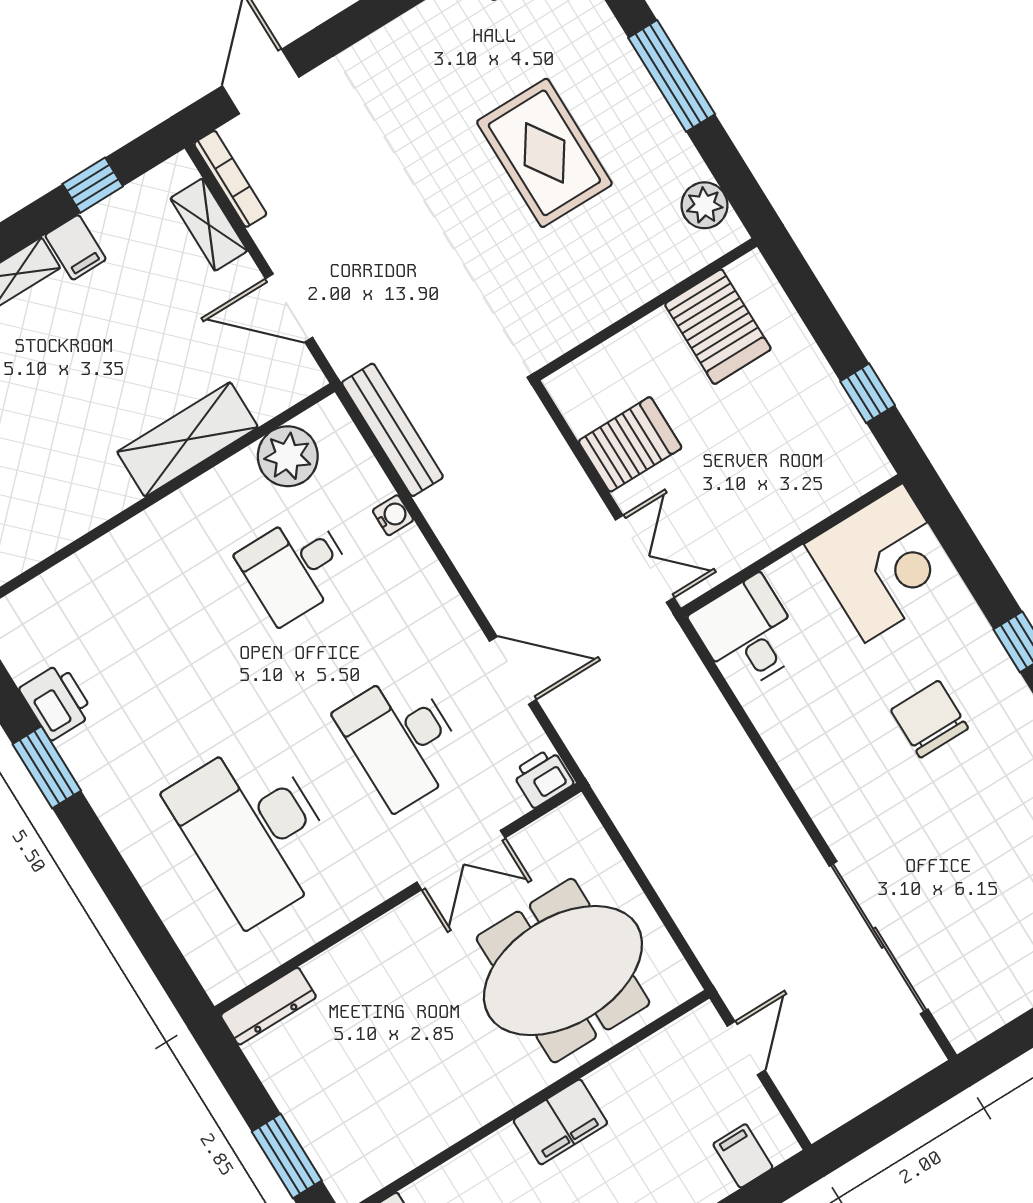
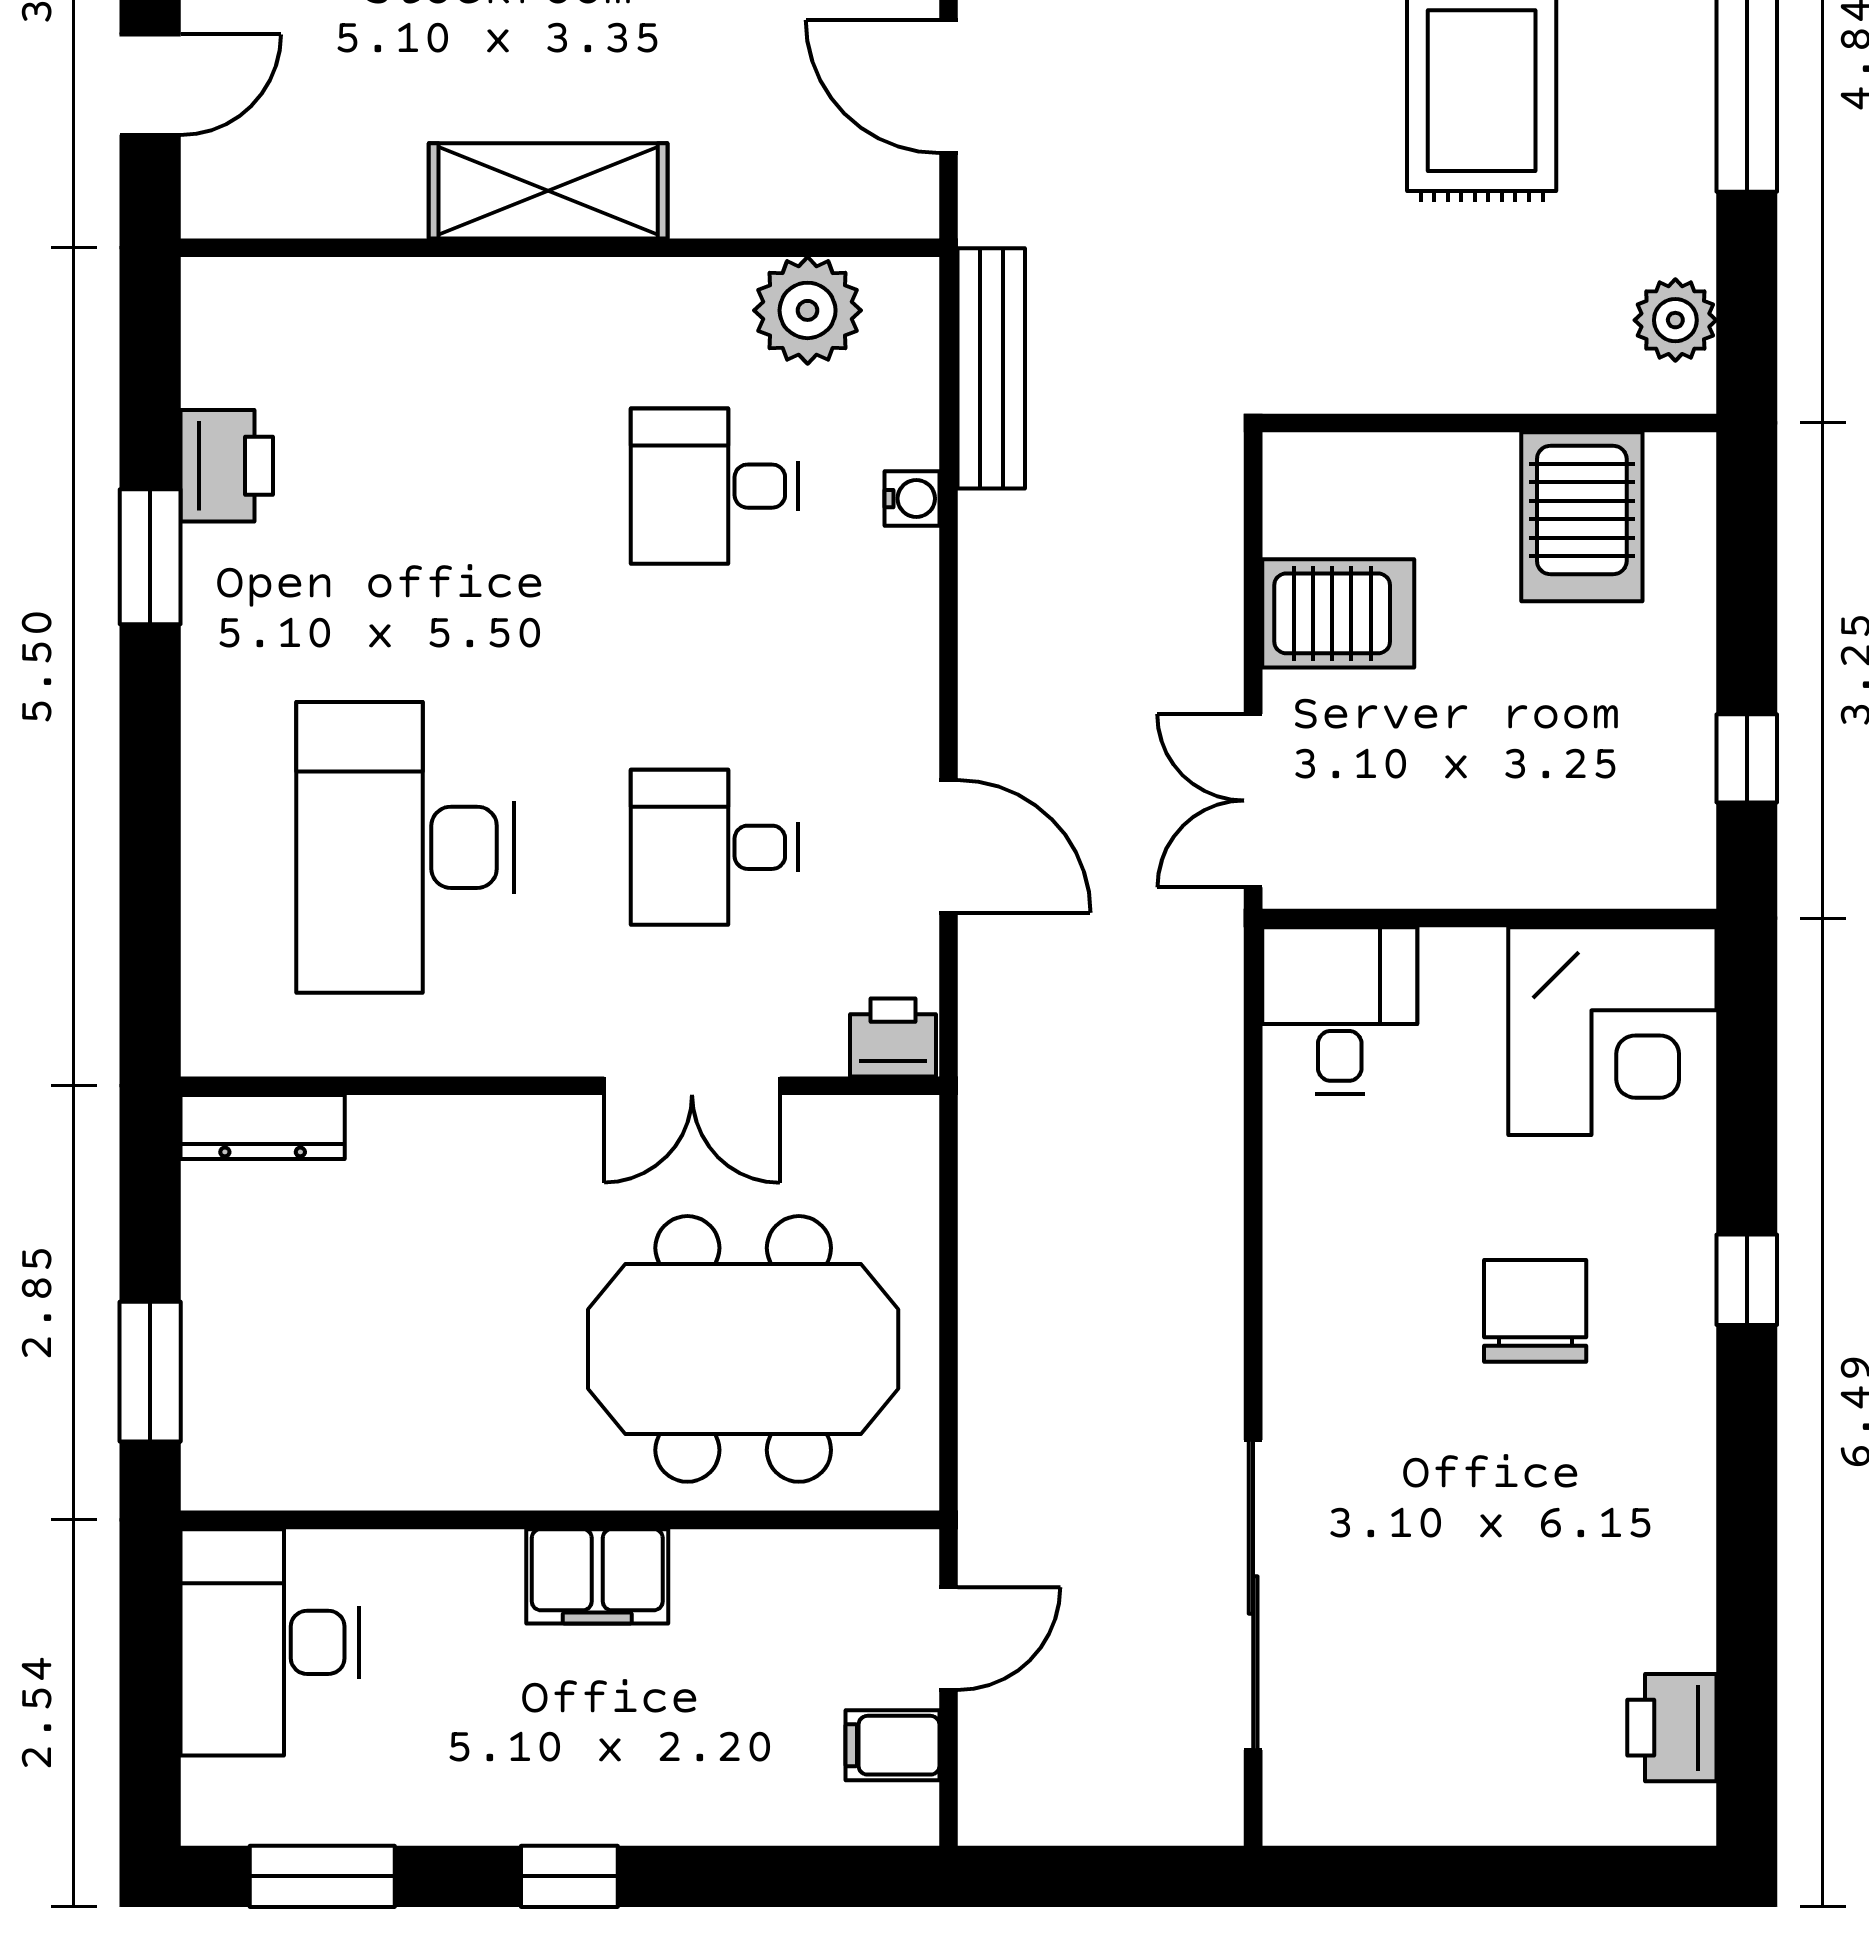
shelving: (188, 439) -> (548, 191), moved
double door: (645, 559) -> (1253, 801), swing flipped
desk: (402, 740) -> (715, 847), width x0.73
filing cabinet: (743, 1156) -> (892, 1745), moved, turned -90

